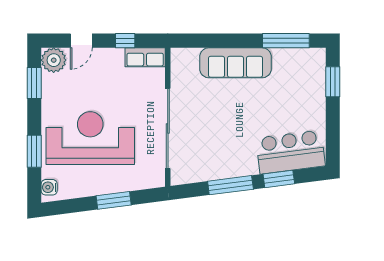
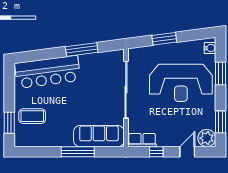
window: (286, 41) -> (78, 152), moved
sofa: (235, 63) -> (99, 136), moved
coffee table: (300, 91) -> (32, 116), added
bar counter: (290, 152) -> (48, 72), width x1.36
window: (279, 179) -> (47, 54), removed

